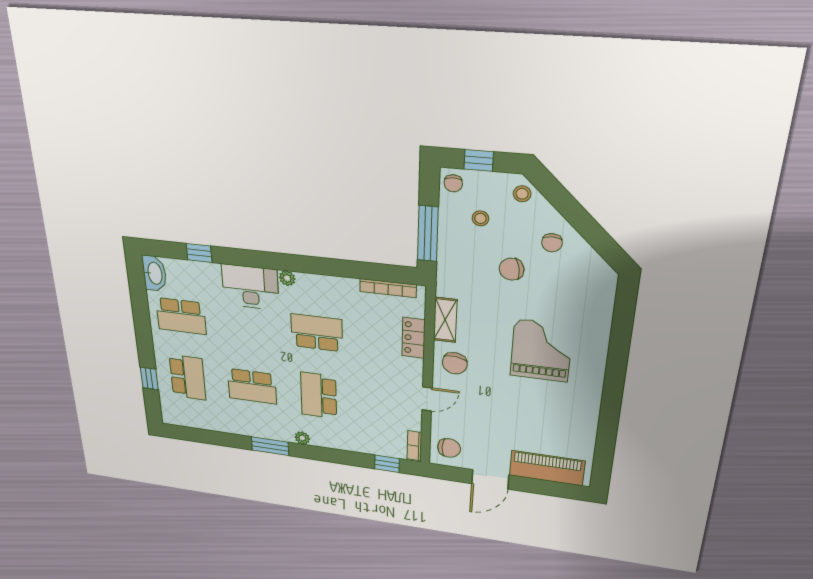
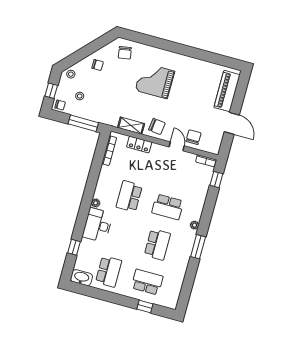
chair: (512, 269) -> (125, 53), moved
chair: (449, 448) -> (193, 137), moved

